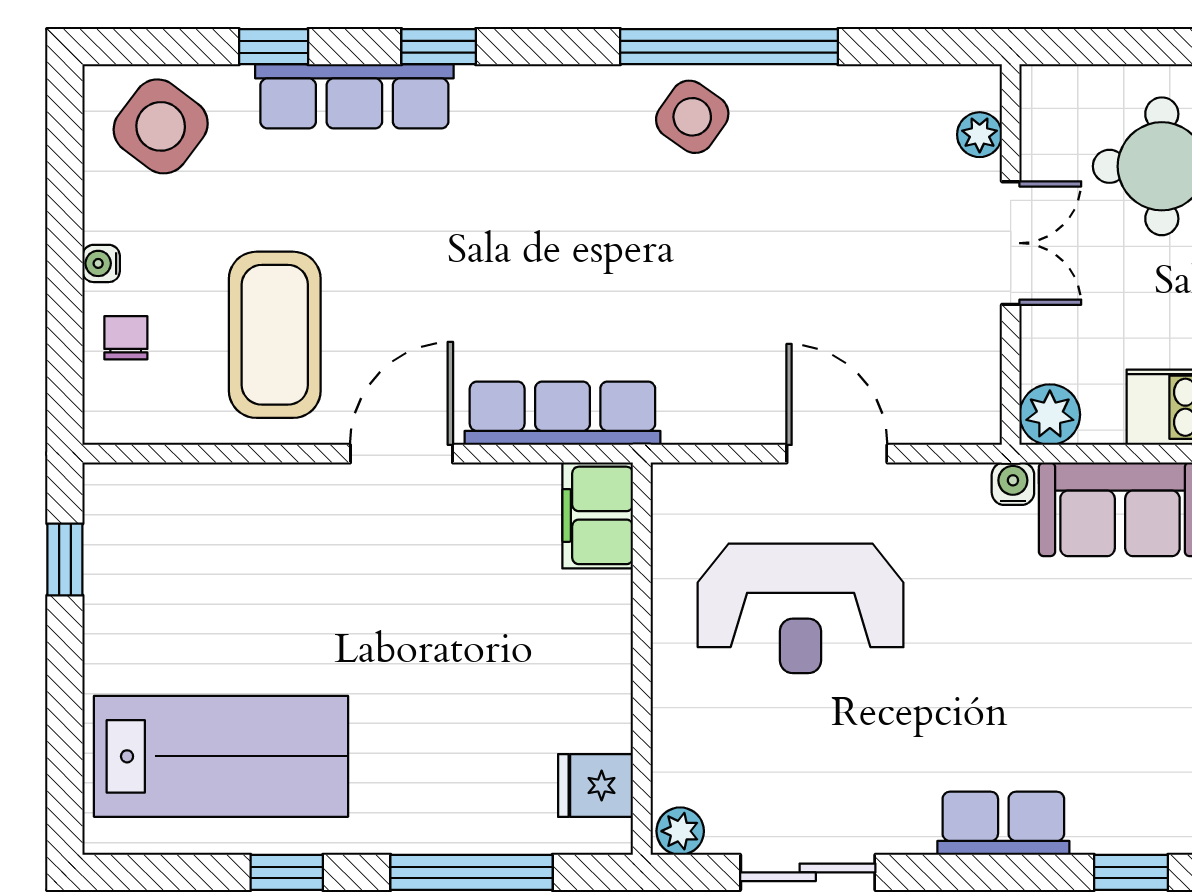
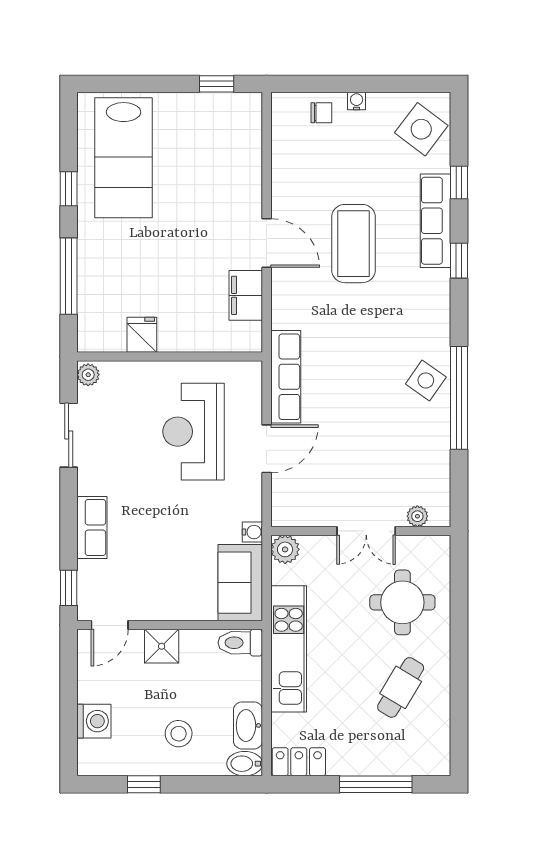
coffee table: (275, 335) -> (354, 244), moved, turned 90
row of seats: (562, 413) -> (286, 377), moved
filing cabinet: (598, 515) -> (246, 295), moved, turned -90
fridge: (596, 786) -> (142, 335), moved

